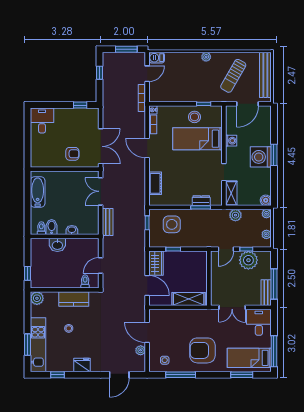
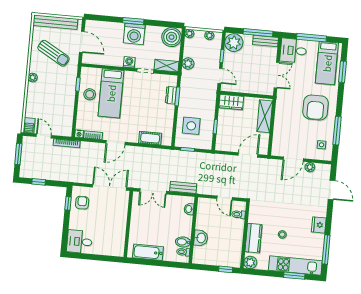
washing machine: (231, 141) -> (129, 62), moved
armchair: (72, 154) -> (82, 203), moved
boiler: (266, 200) -> (172, 37), width x1.86, depth x1.86
washbasin: (72, 230) -> (189, 209), moved
plant: (248, 260) -> (234, 43), moved
wardrobe: (156, 263) -> (231, 102), moved, turned 180
kitchen counter: (74, 299) -> (253, 238), moved
window: (274, 351) -> (311, 38), moved
window: (57, 375) -> (326, 249), width x2.17

